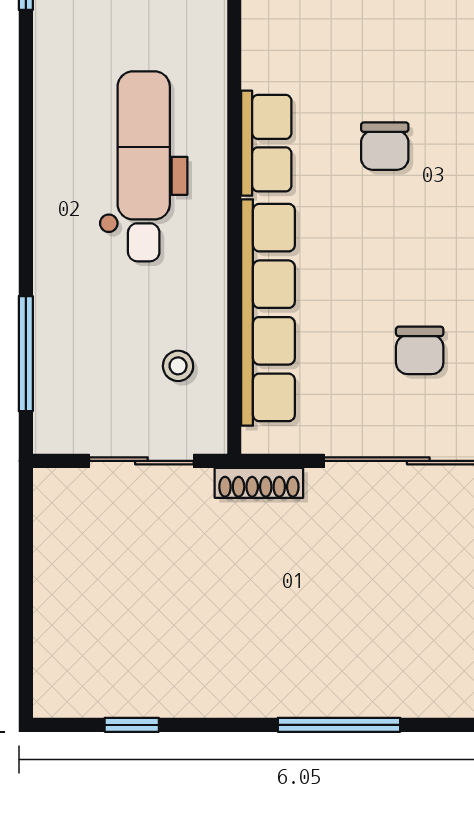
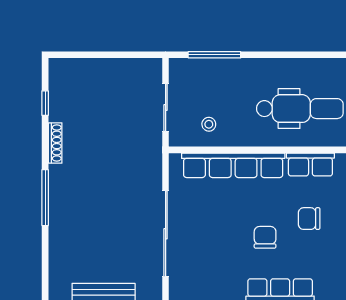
chair: (420, 350) -> (265, 237), moved, turned 90
shoe rack: (259, 483) -> (55, 143), moved, turned 180

